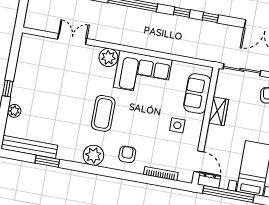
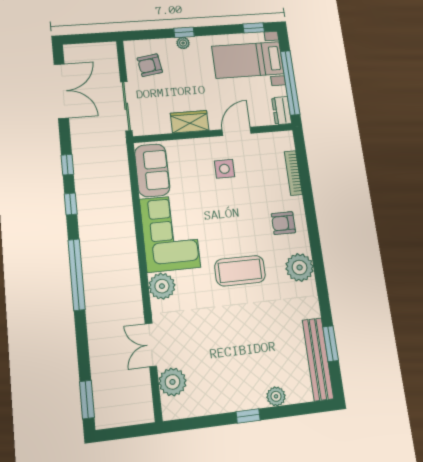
plant: (44, 46) -> (172, 382), added
sofa: (197, 94) -> (152, 170), moved, turned -90
window: (47, 161) -> (331, 344), moved
door: (199, 162) -> (236, 131), moved

